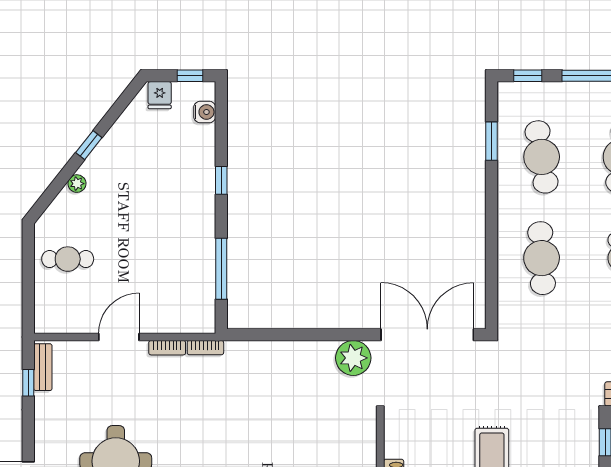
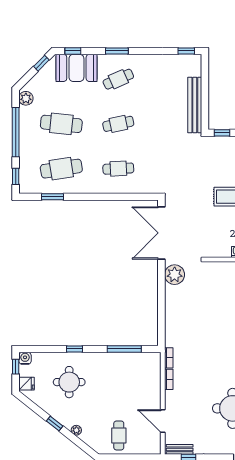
water cooler: (205, 112) -> (25, 358), moved
round table: (162, 171) -> (69, 382), added
cafe table: (542, 258) -> (118, 169), width x0.73, depth x0.74
door: (119, 337) -> (163, 421), moved

